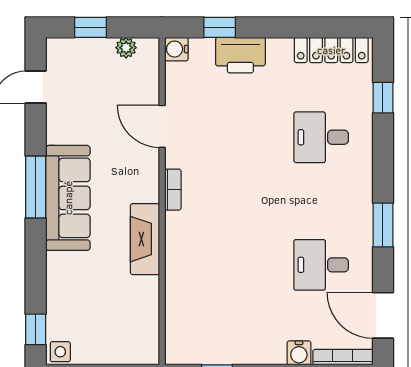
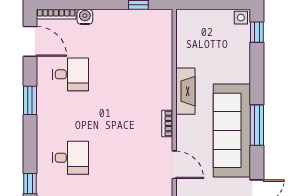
sofa: (68, 198) -> (232, 130), width x1.36, depth x1.27

